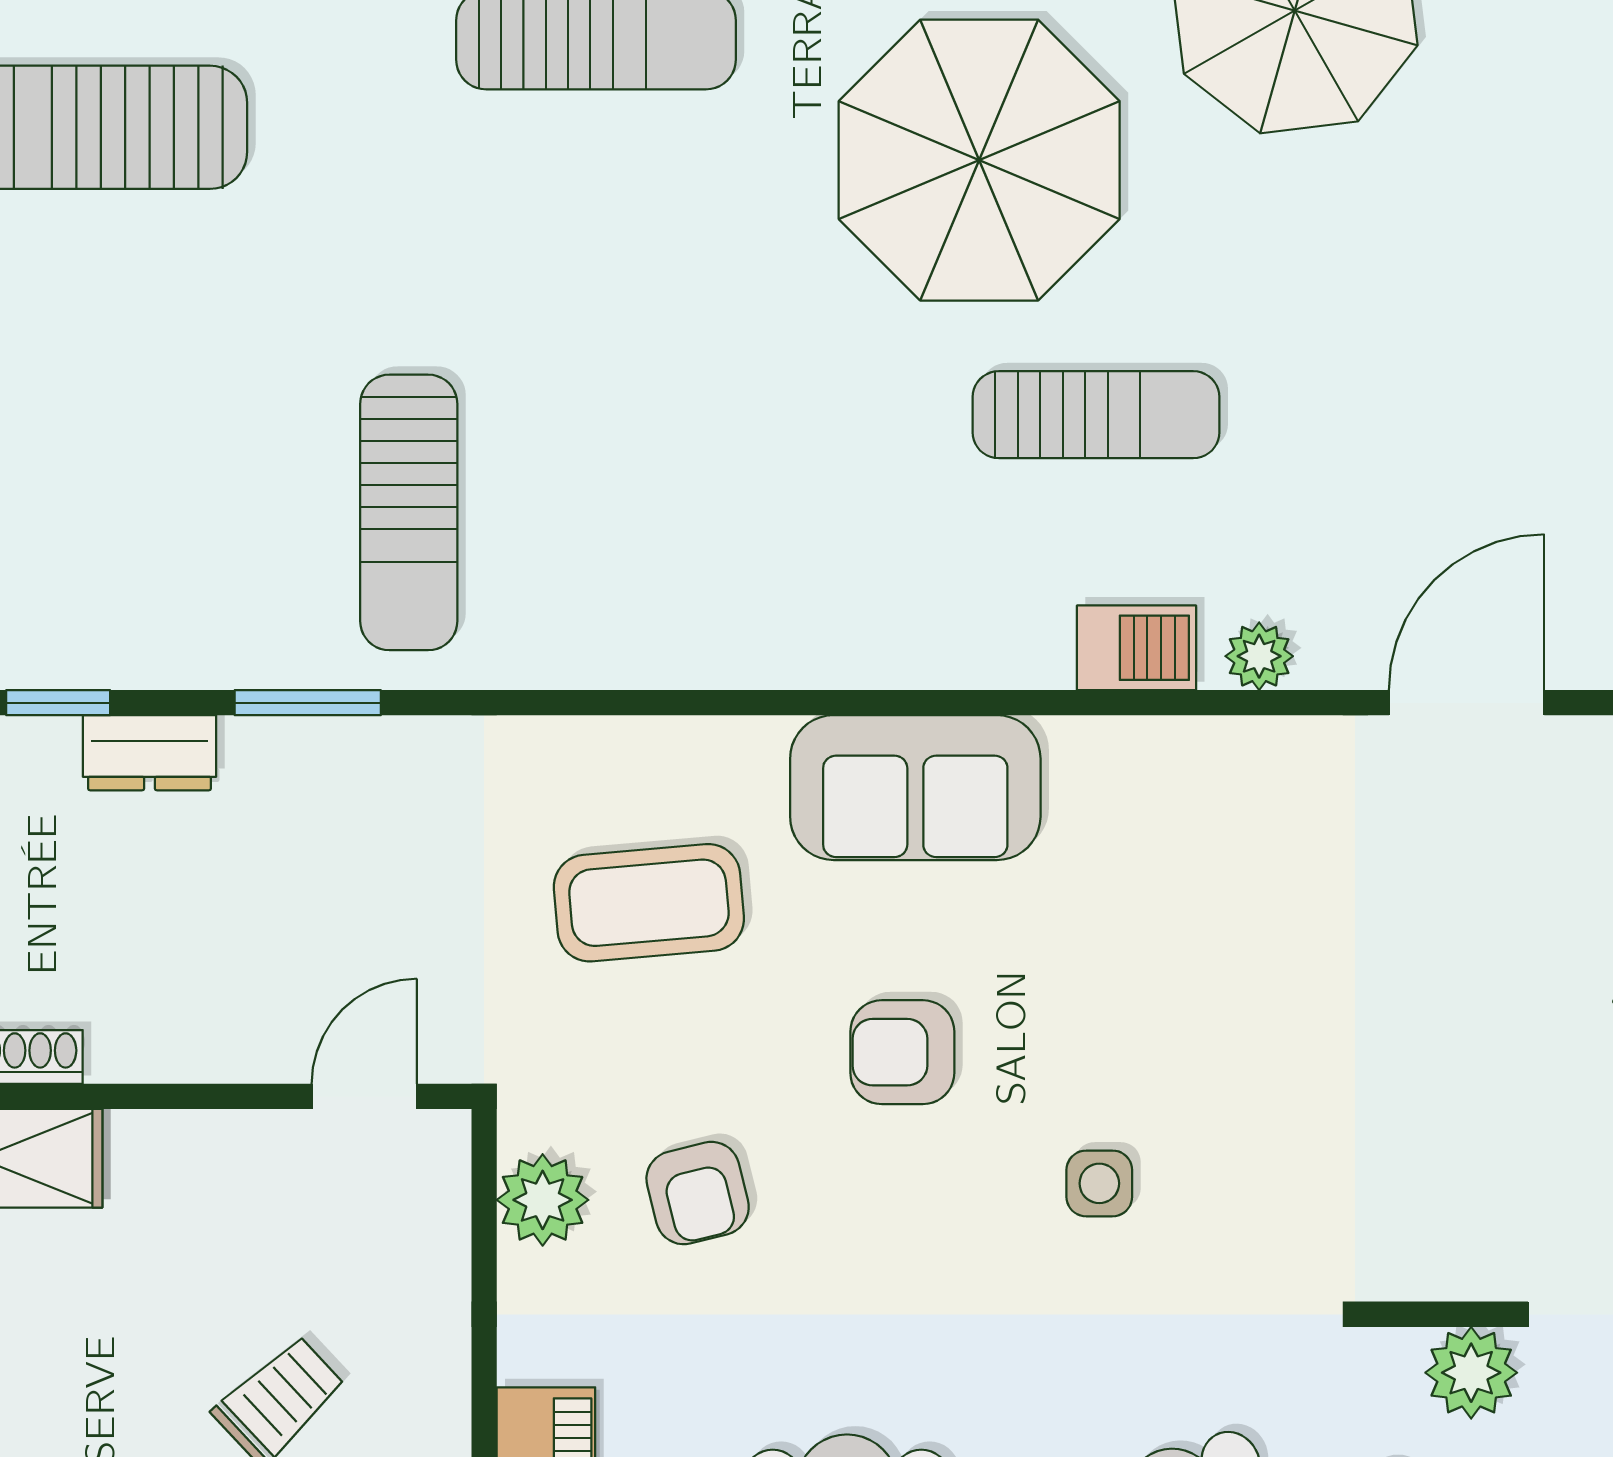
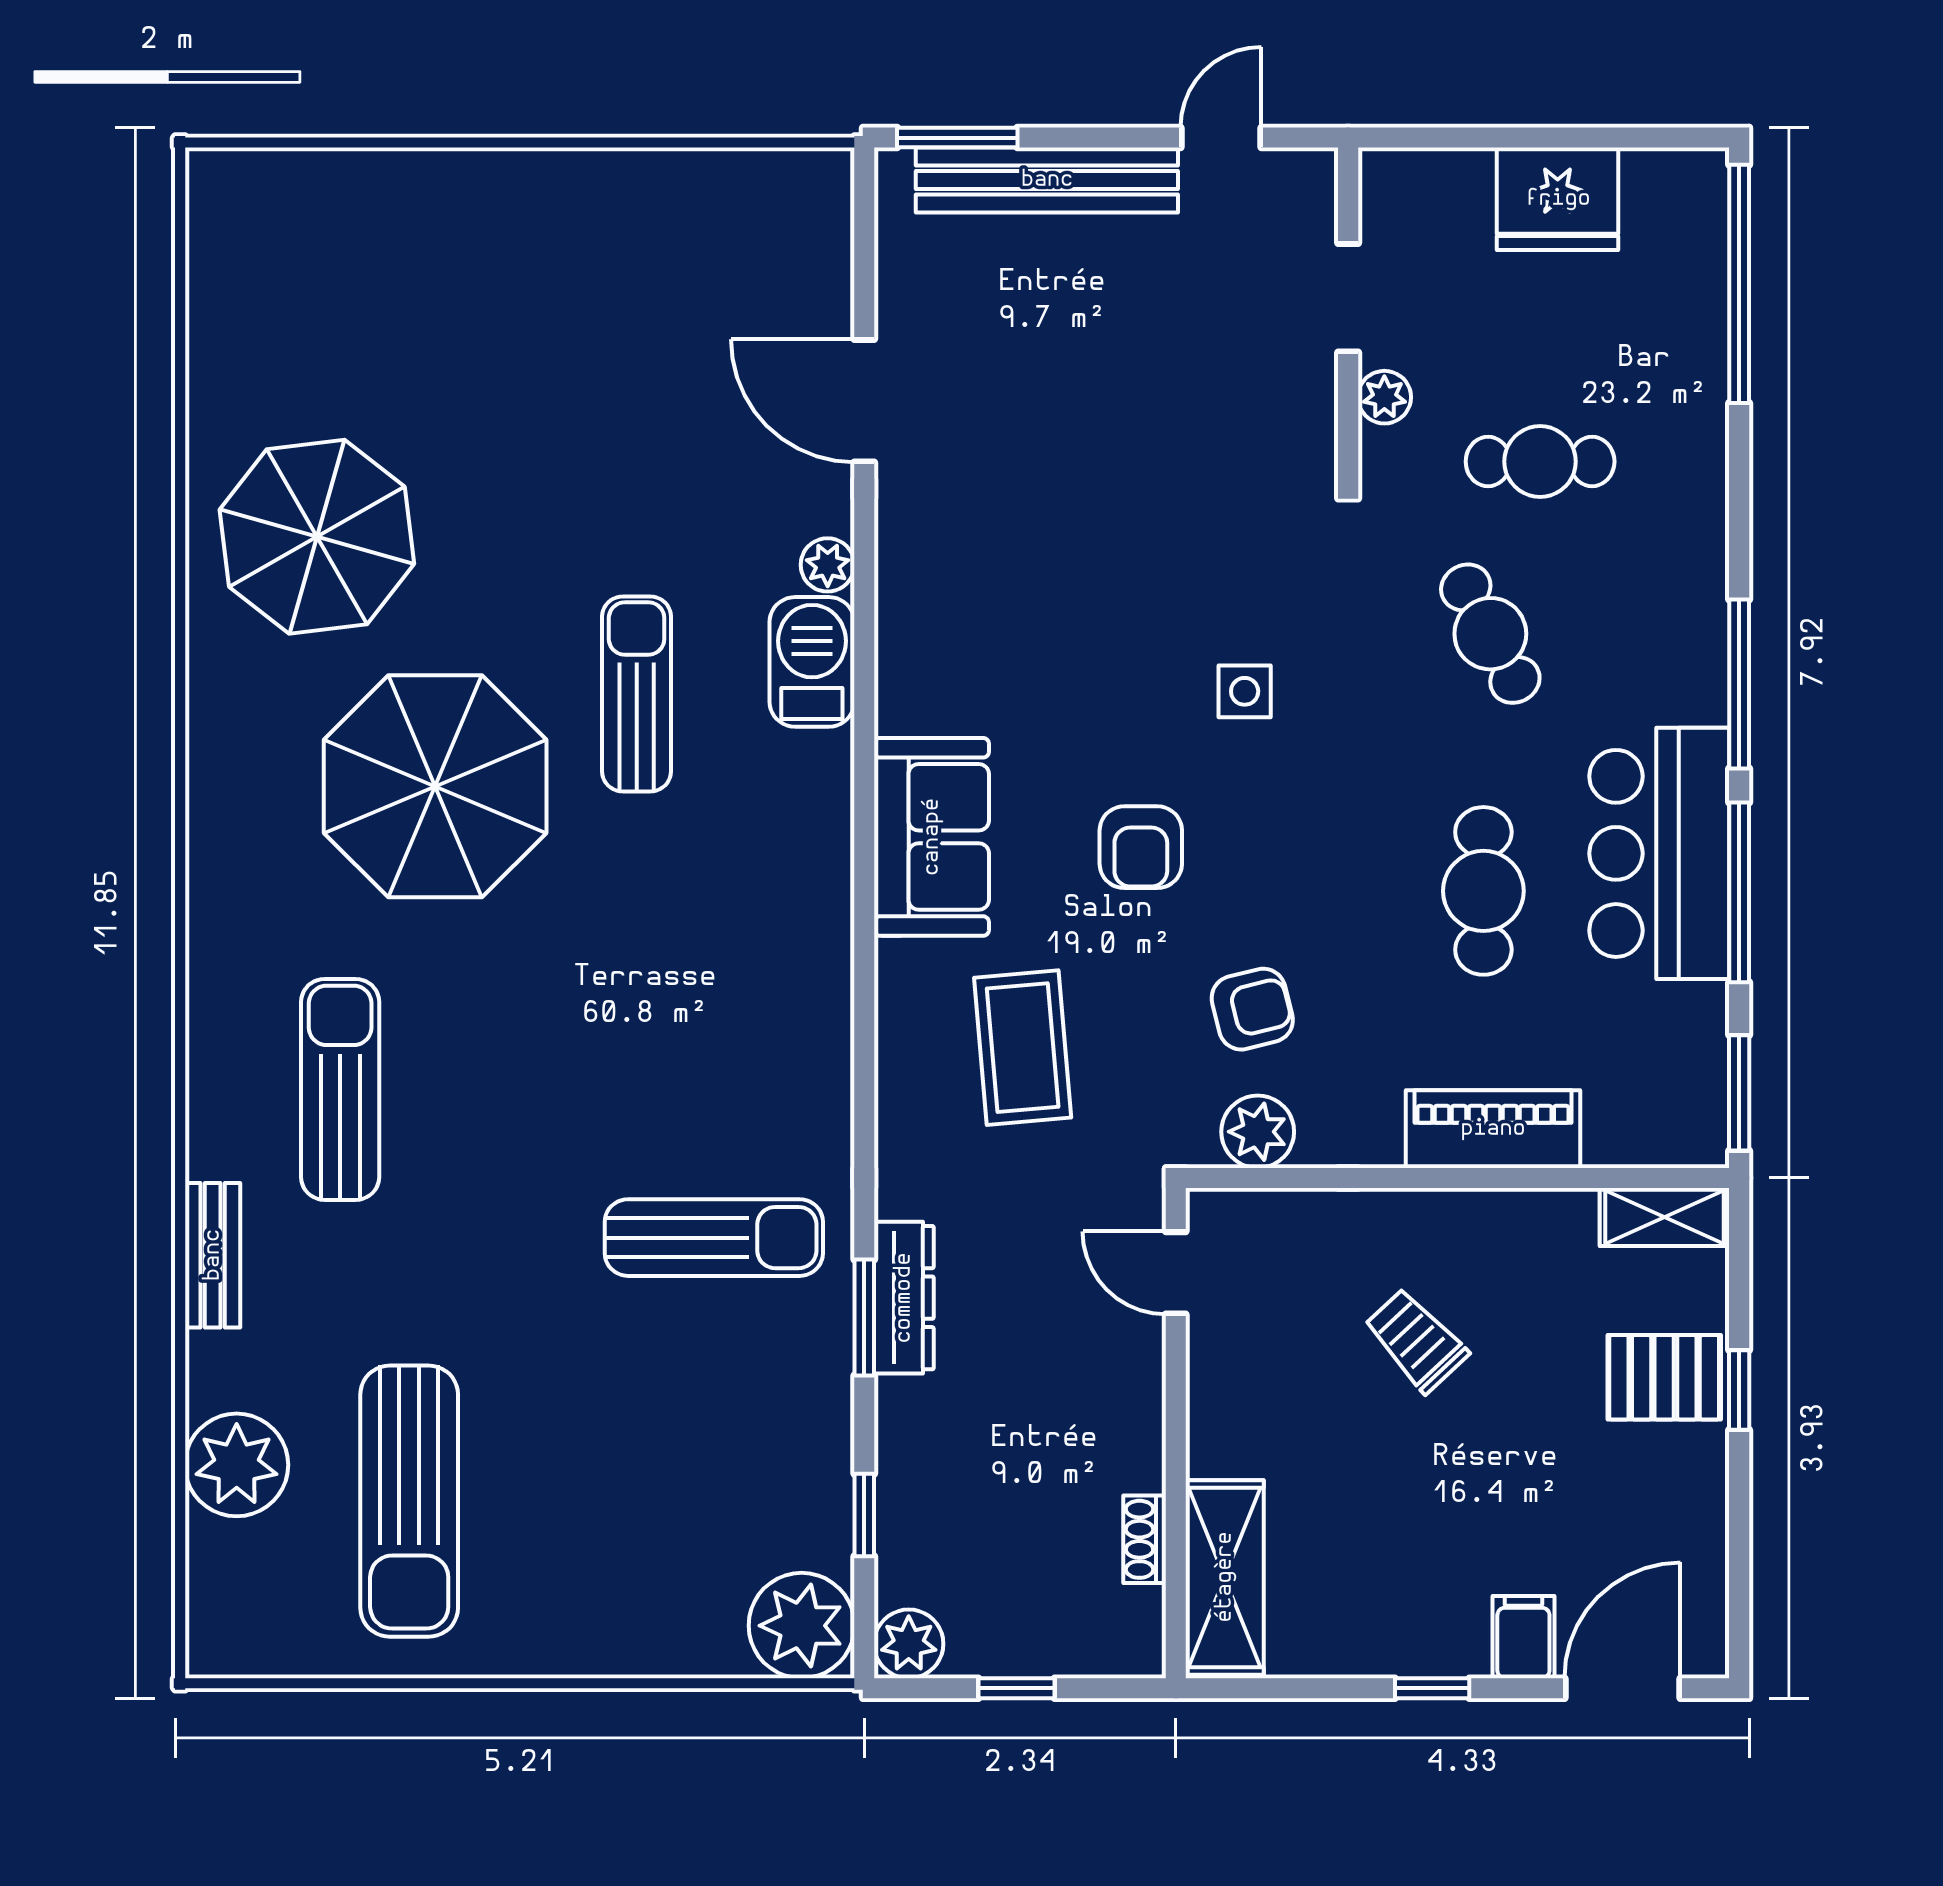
barbecue: (1137, 648) -> (812, 662), width x1.38, depth x1.27
dresser: (150, 753) -> (904, 1298), moved, width x1.44
plant: (1471, 1373) -> (1384, 397), width x0.73, depth x0.73

